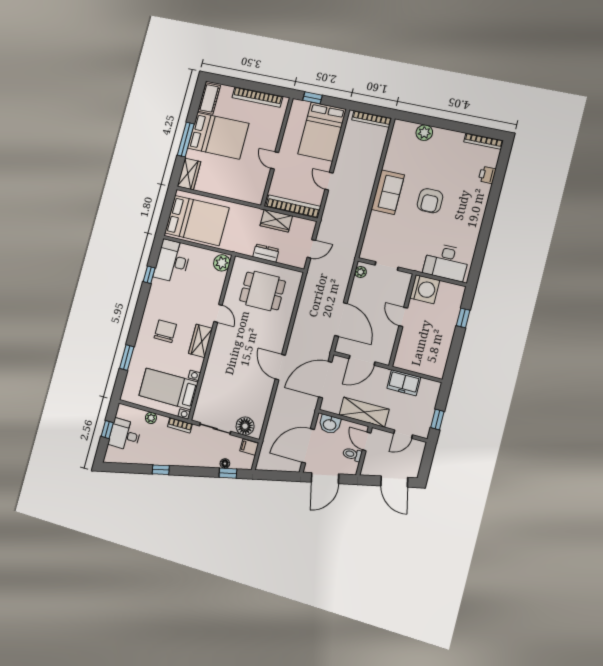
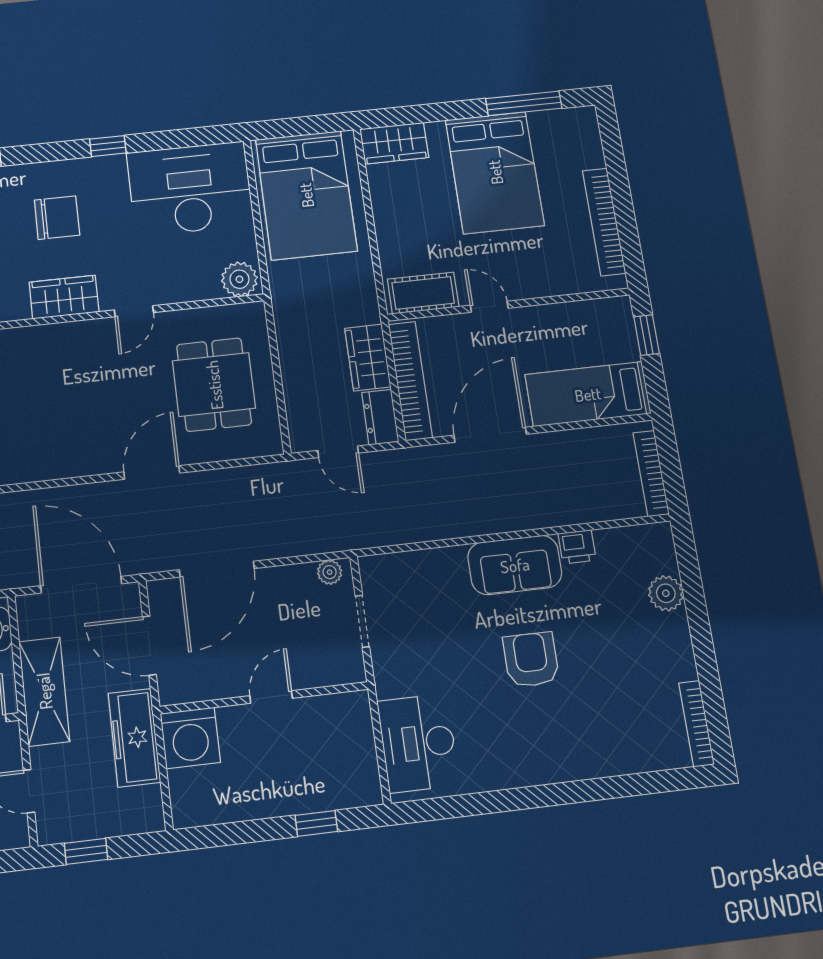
cot: (209, 98) -> (423, 293), moved
bed: (322, 132) -> (588, 394), width x0.67
window: (186, 139) -> (524, 103), moved
door: (275, 160) -> (489, 307), hinge flipped
printer: (487, 175) -> (577, 547), moved, turned 180
door: (329, 181) -> (490, 435), width x1.87
armchair: (430, 201) -> (531, 660), turned 90
dresser: (266, 253) -> (380, 417), moved, turned 180
desk: (172, 261) -> (190, 189), width x1.36, depth x1.30
window: (149, 275) -> (108, 146), moved
washing machine: (425, 289) -> (190, 738), moved
door: (280, 367) -> (152, 472), moved
freezer: (404, 383) -> (134, 738), width x1.40

